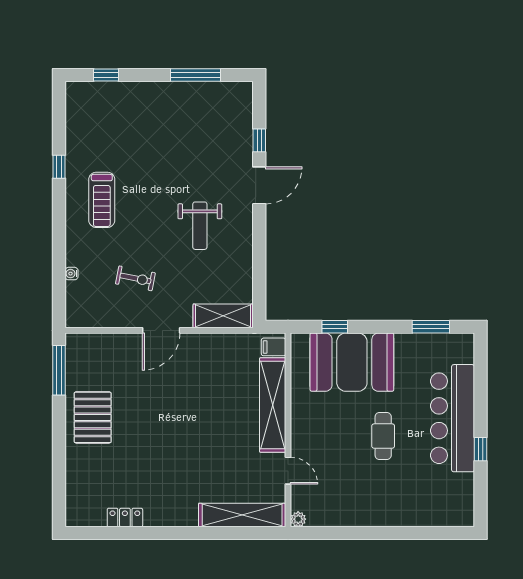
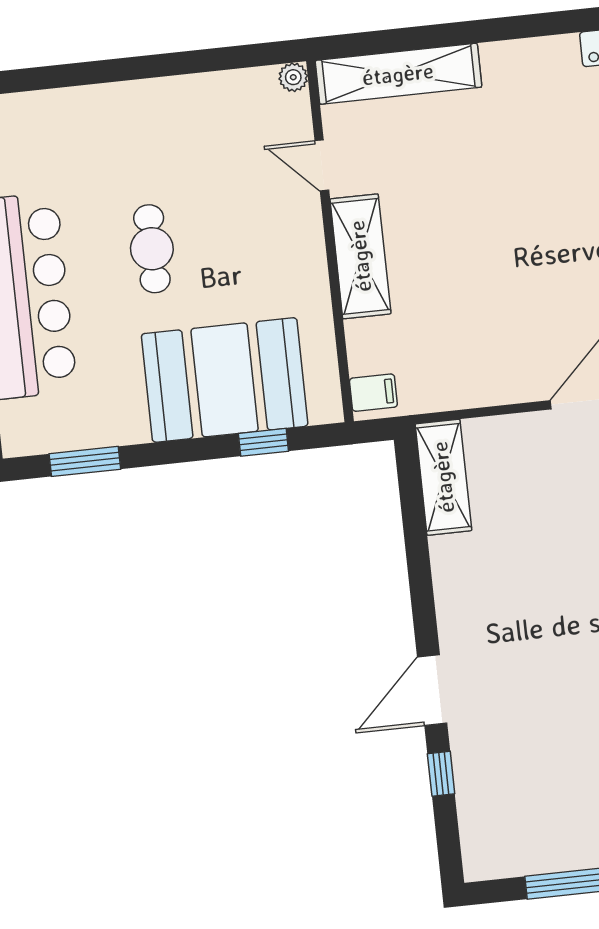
weight bench: (200, 226) -> (534, 604), removed
shelving: (223, 316) -> (443, 477), moved, turned 90
shelving: (273, 405) -> (360, 256), width x0.68

